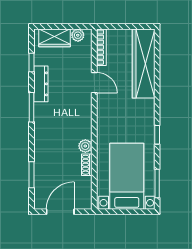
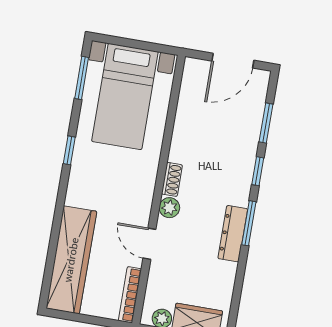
window: (32, 62) -> (258, 171), moved
dresser: (41, 84) -> (233, 234), moved
plant: (85, 146) -> (169, 208), moved
shoe rack: (87, 165) -> (172, 179), moved

